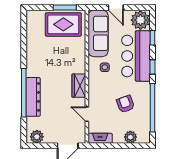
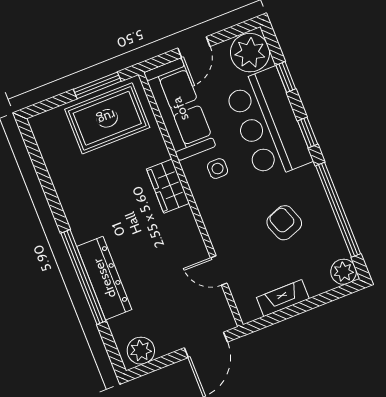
door: (116, 7) -> (194, 47), hinge flipped
wardrobe: (79, 86) -> (168, 186), moved
plant: (130, 137) -> (344, 272), moved
fireplace: (100, 138) -> (283, 298), moved

